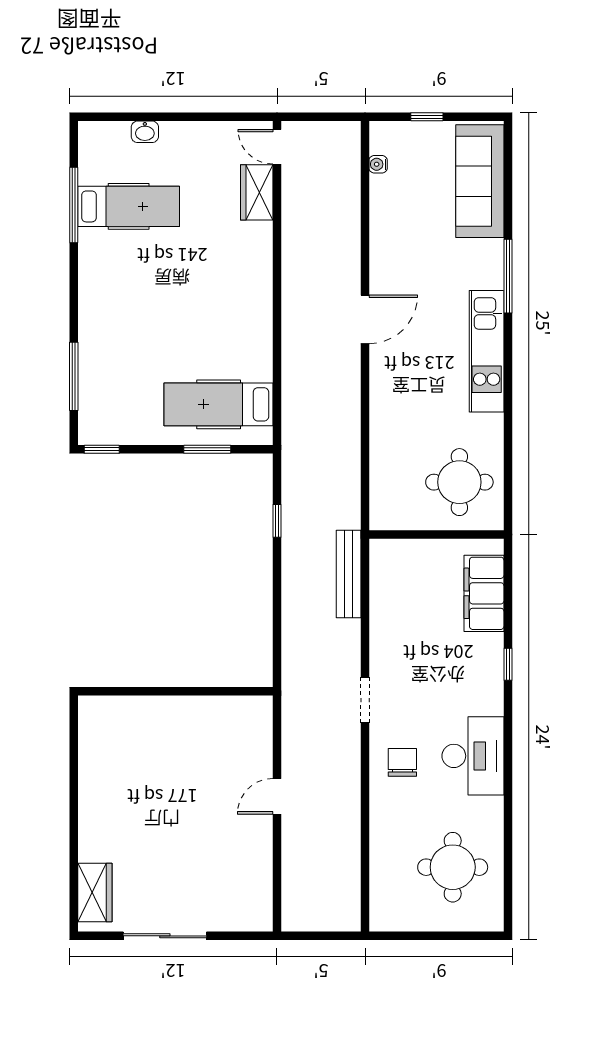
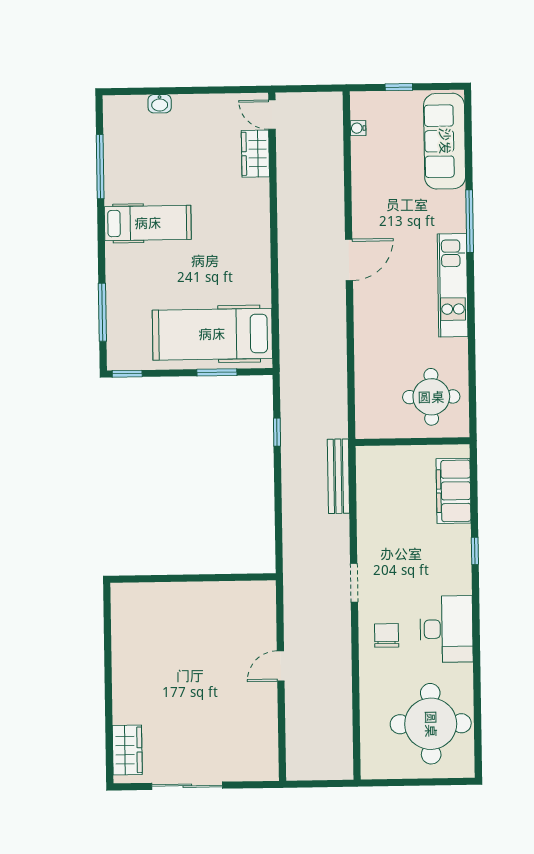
hospital bed: (129, 206) -> (148, 223), moved
hospital bed: (219, 404) -> (212, 334), width x1.37, depth x1.29
round table: (453, 867) -> (431, 724), width x1.36, depth x1.36

